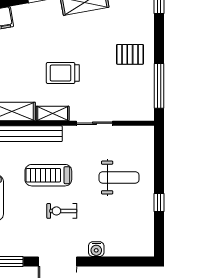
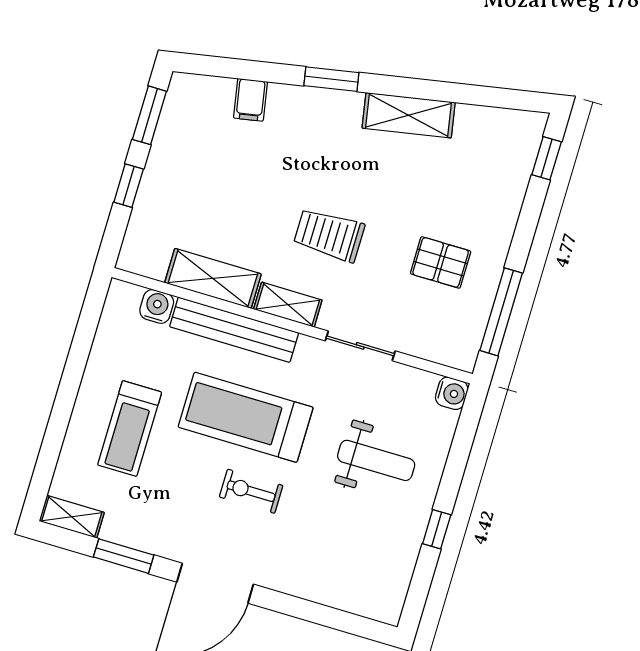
pallet: (130, 54) -> (441, 262), moved
treadmill: (48, 175) -> (246, 417), width x1.37, depth x1.38
water cooler: (96, 249) -> (452, 393), moved, turned -90

